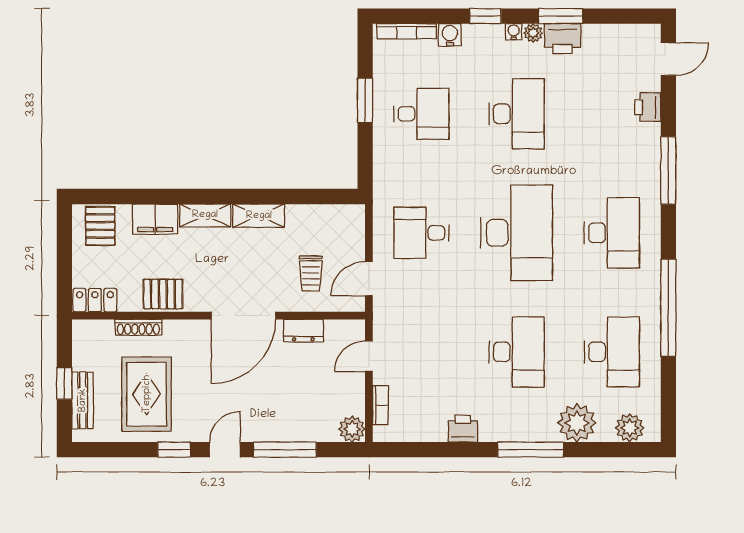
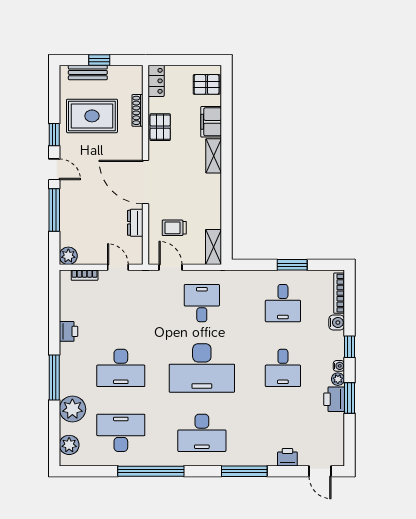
desk: (517, 114) -> (283, 368), width x0.73
shelving: (259, 216) -> (214, 247), moved
desk: (612, 352) -> (121, 433), turned 180

